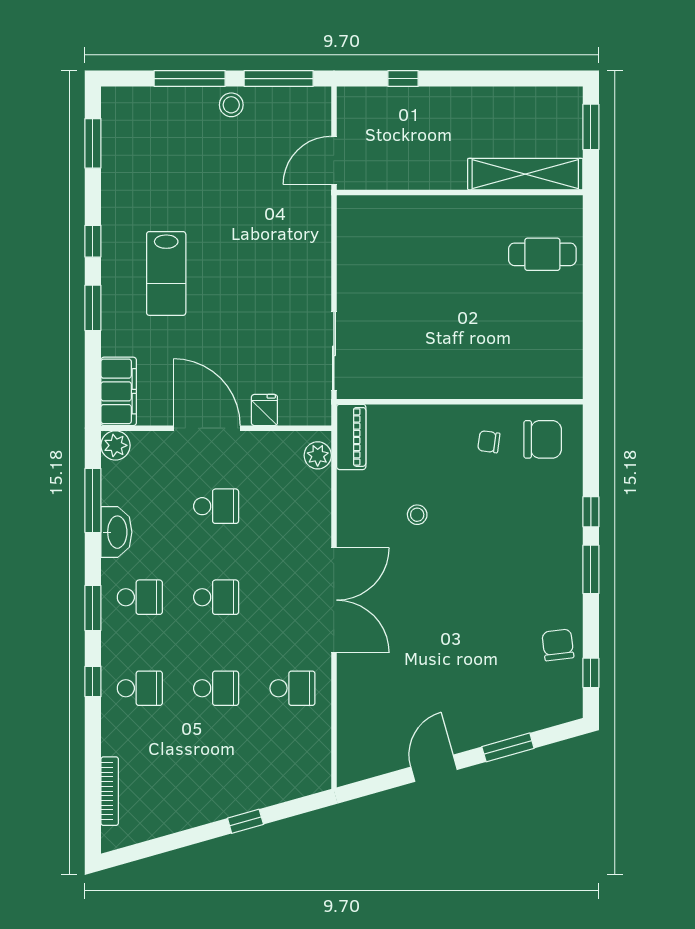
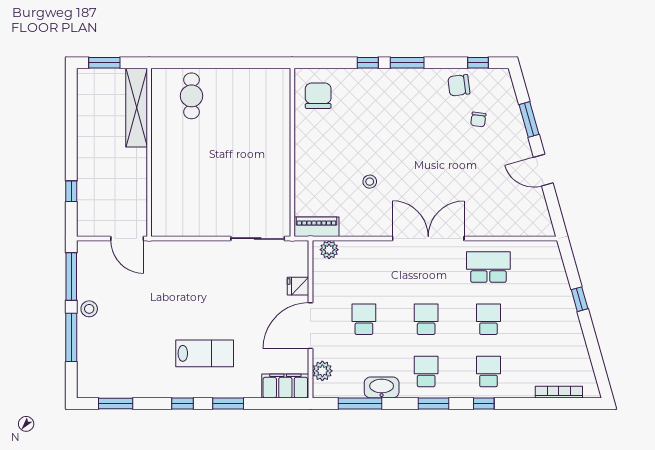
chair: (489, 442) -> (478, 119), moved
plant: (115, 445) -> (322, 371), moved
school desk: (292, 688) -> (488, 267), width x1.85

